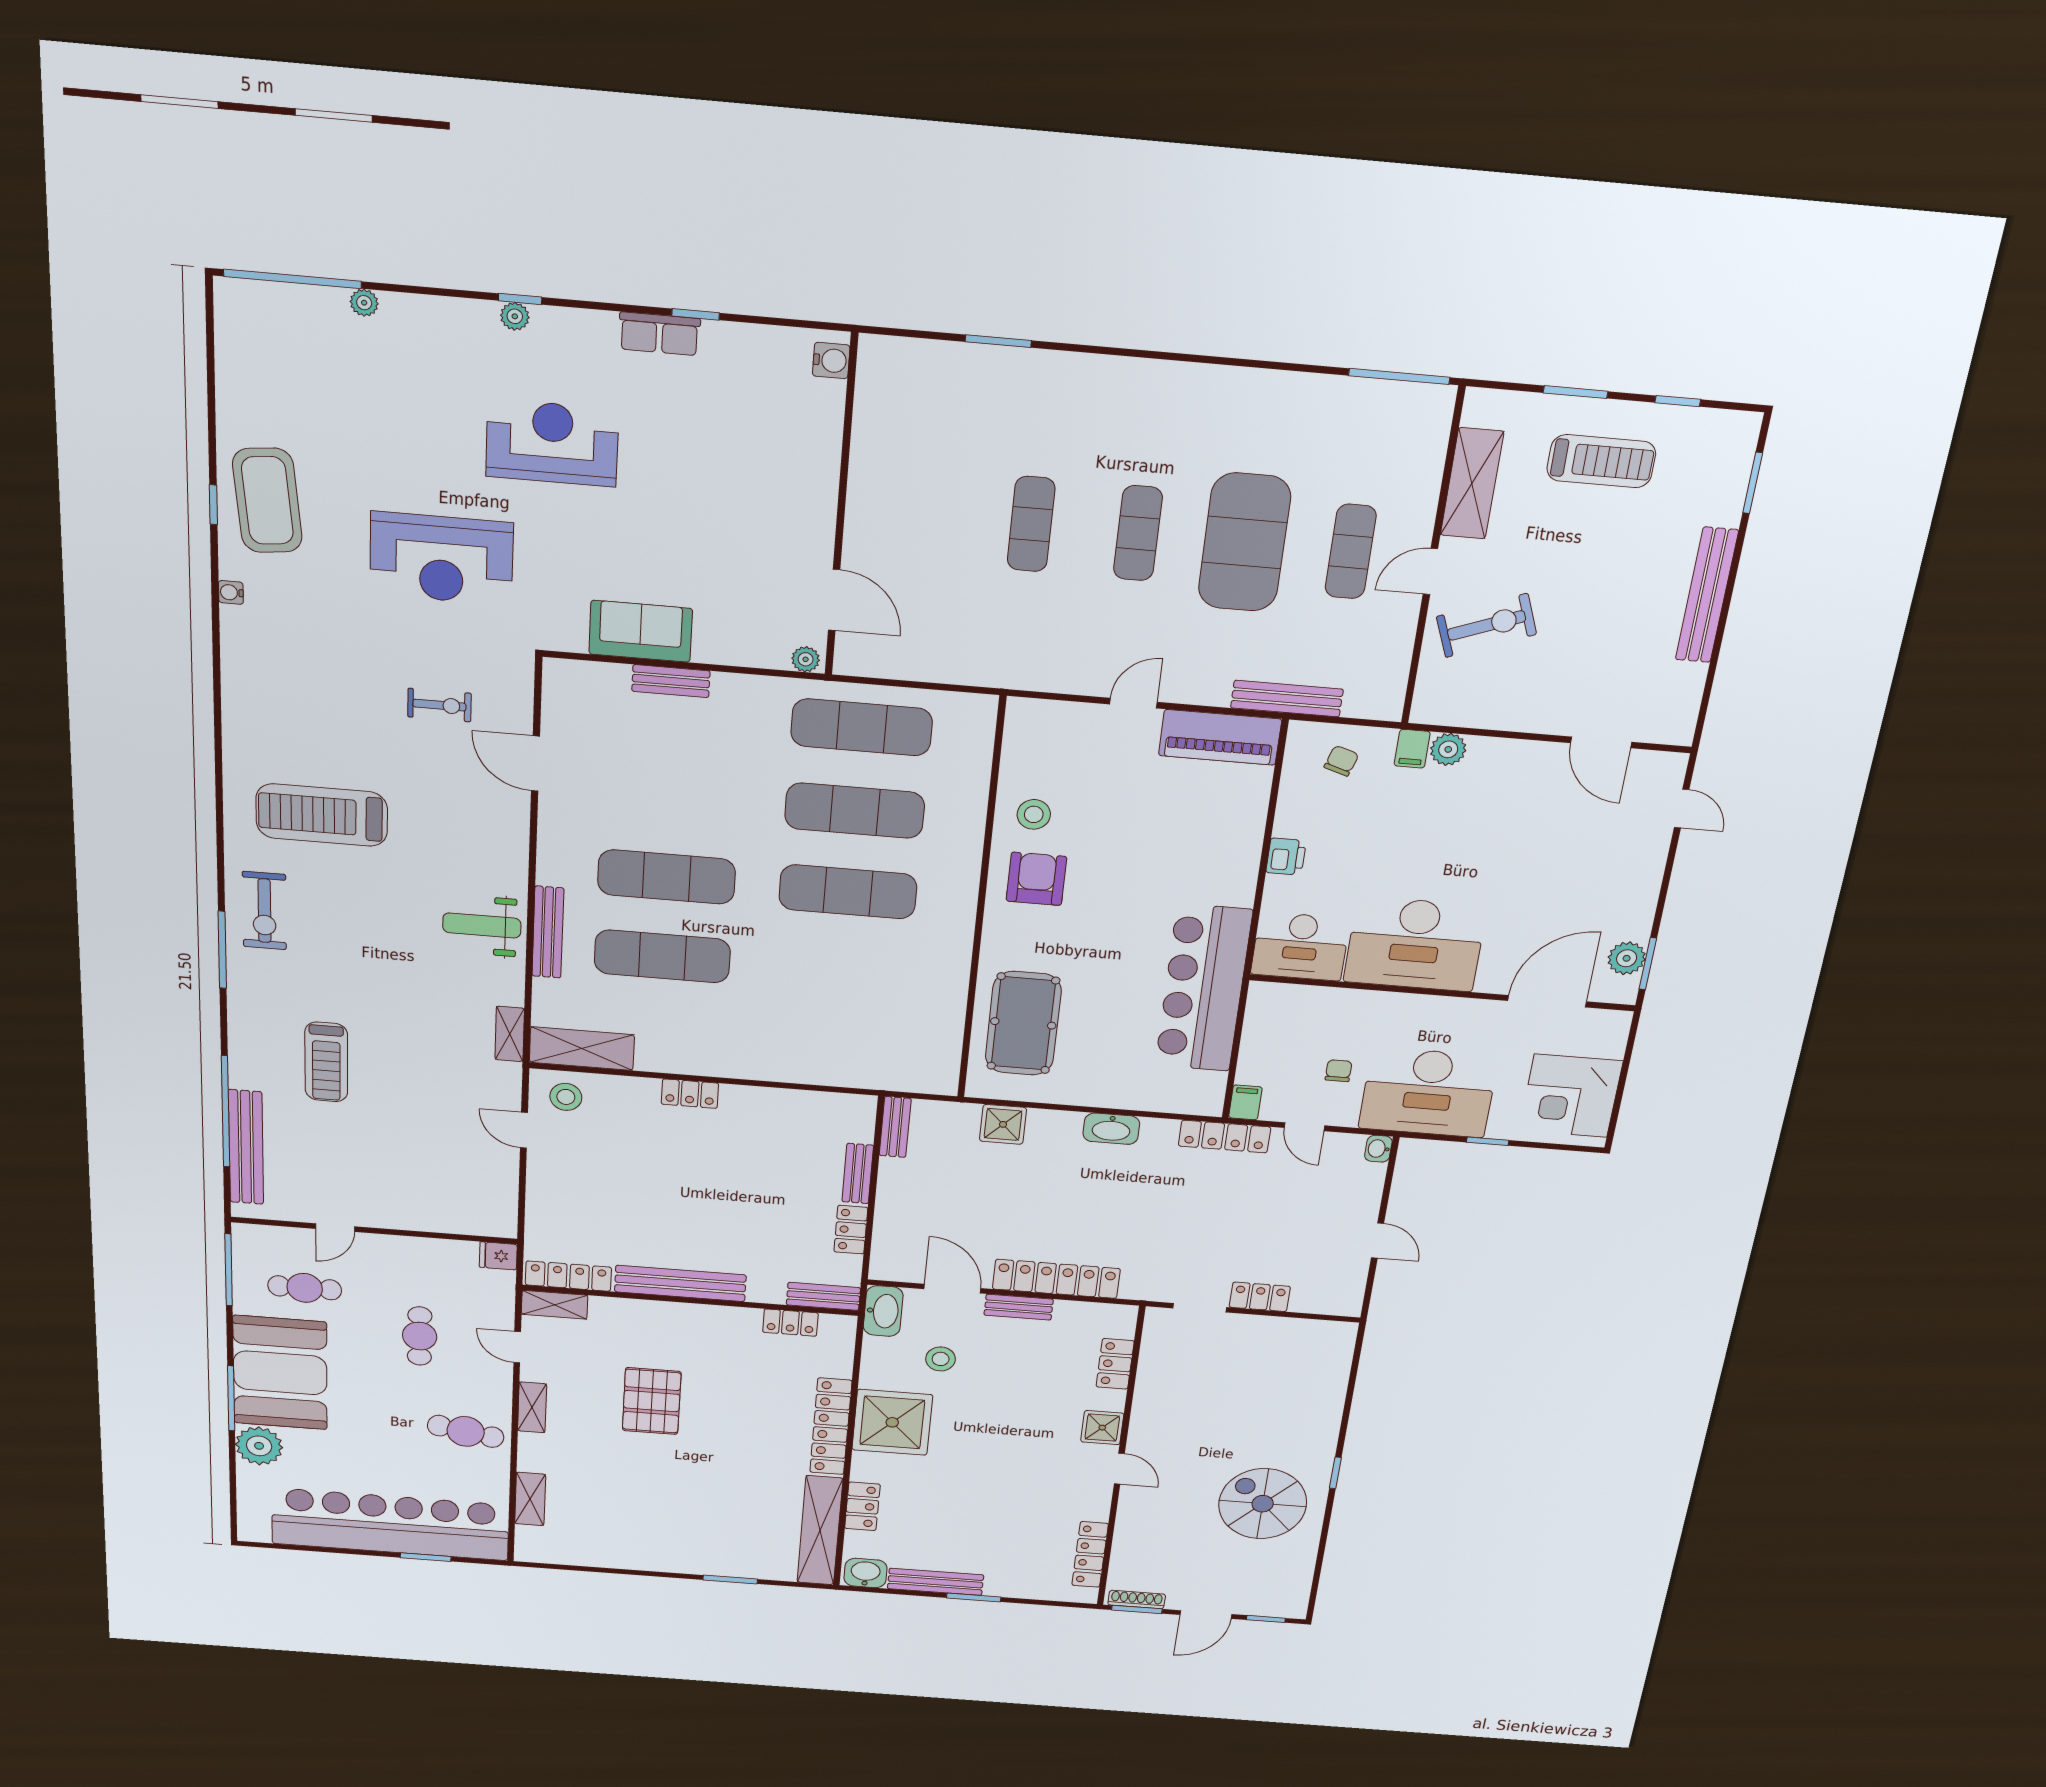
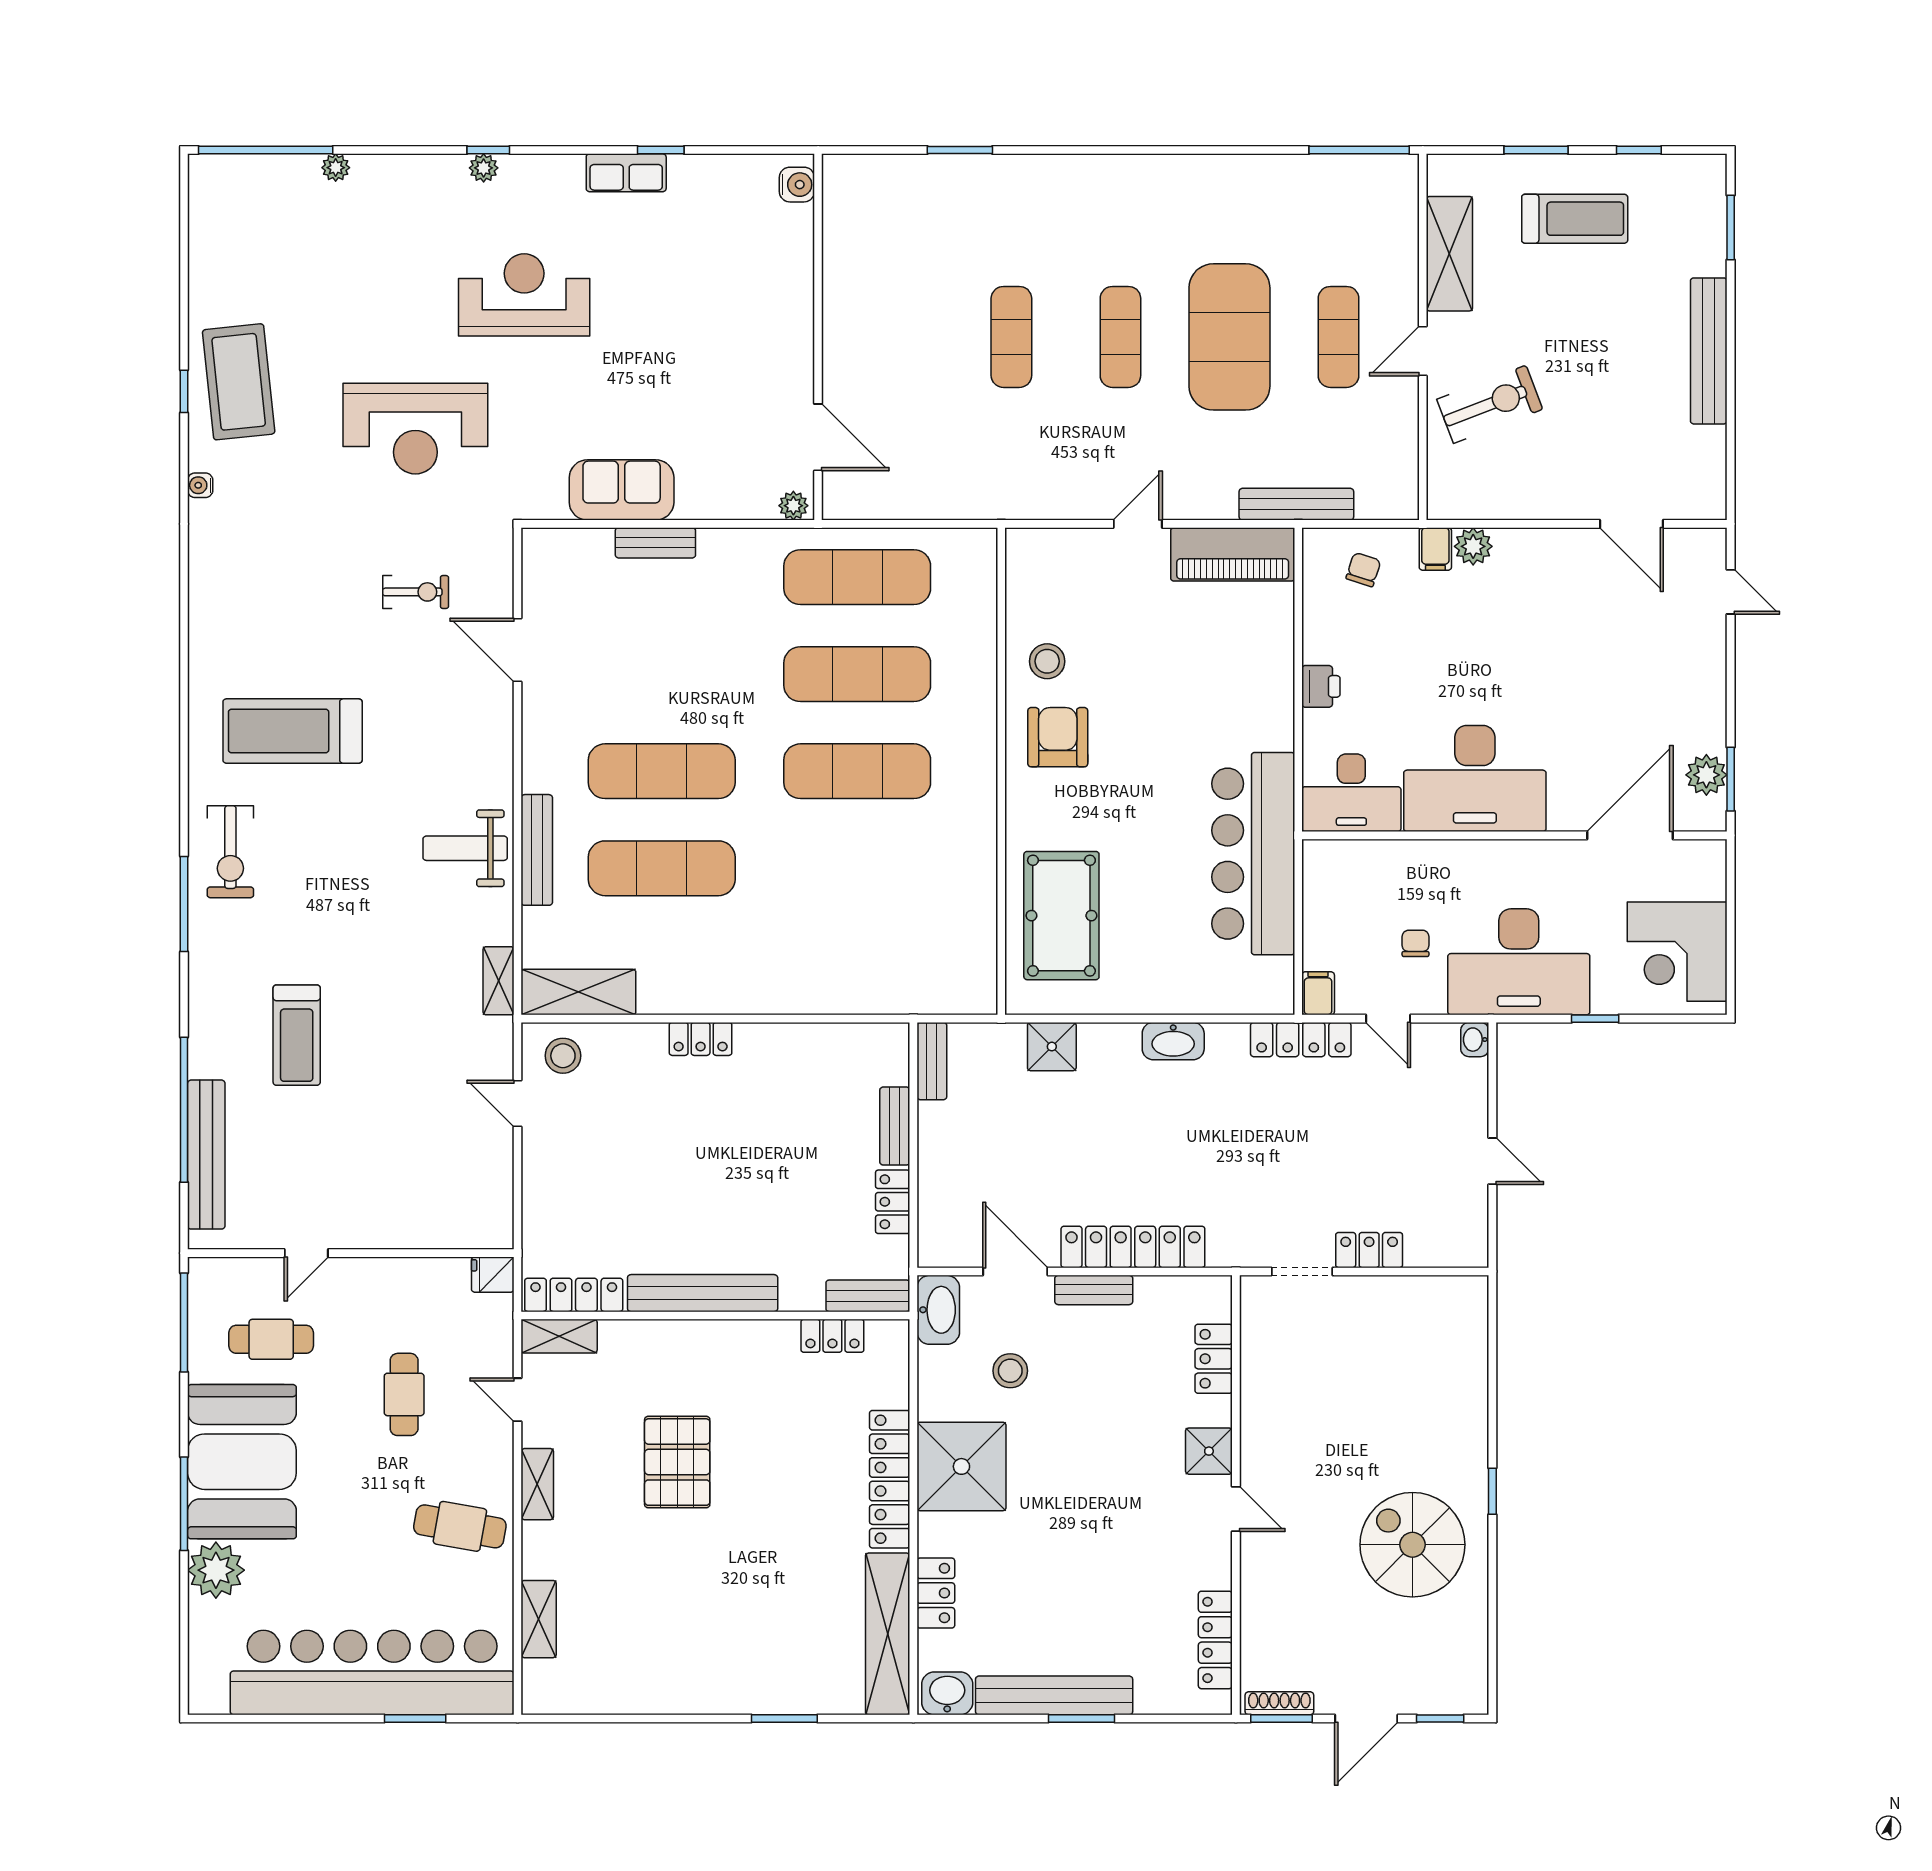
bench: (936, 1582) -> (1054, 1695), width x1.37, depth x1.21

